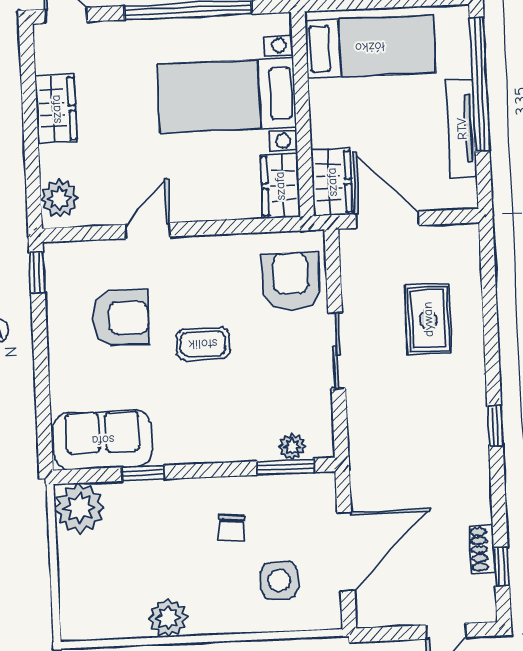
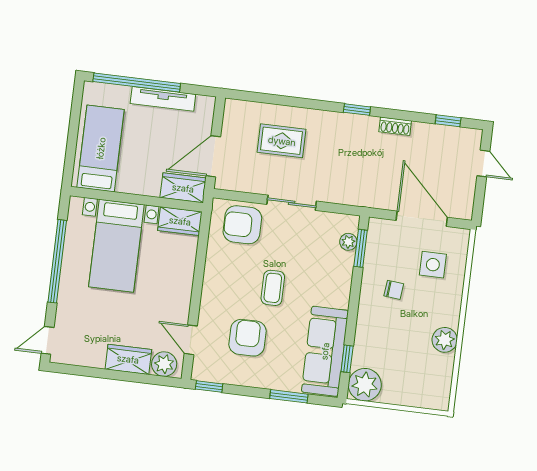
wardrobe: (56, 109) -> (128, 359), moved
door: (148, 231) -> (191, 340), moved
window: (43, 396) -> (289, 396), added
sofa: (103, 440) -> (325, 351), width x1.36
window: (143, 473) -> (347, 359), moved
shoe rack: (482, 549) -> (395, 126), moved

